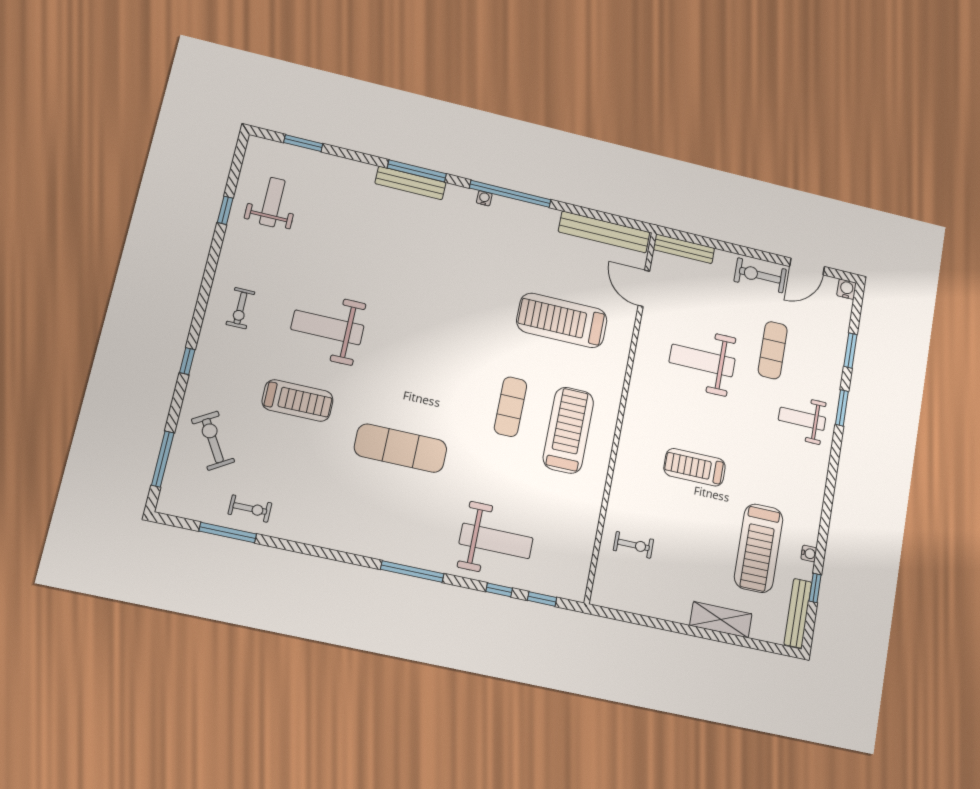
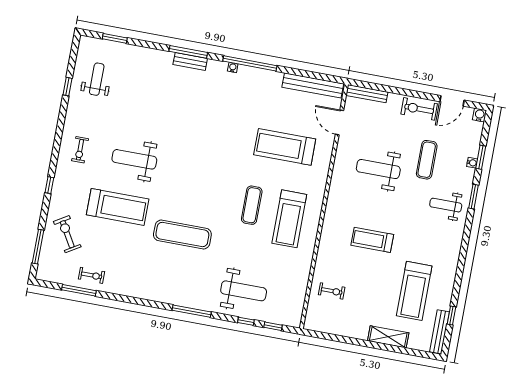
bench: (411, 183) -> (190, 61), width x0.73
treadmill: (298, 400) -> (118, 207), width x1.37, depth x1.38
treadmill: (568, 430) -> (289, 219), turned 180
water cooler: (809, 553) -> (472, 163), moved

